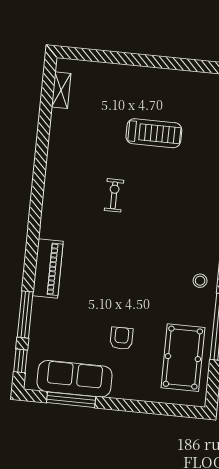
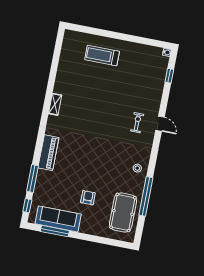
shelving: (61, 90) -> (55, 104), moved
treadmill: (154, 133) -> (102, 55), moved, turned 180
exercise bike: (114, 195) -> (137, 123), moved

